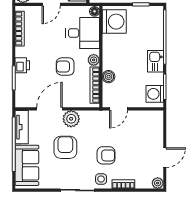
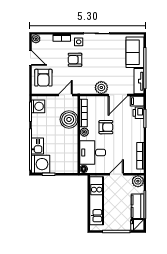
washing machine: (114, 22) -> (41, 164), moved, turned 180
kitchen sink: (155, 61) -> (37, 146), moved
printer: (22, 65) -> (138, 113), moved
boiler: (109, 77) -> (69, 119), width x1.86, depth x1.86
filing cabinet: (24, 101) -> (137, 101), added
armchair: (65, 147) -> (43, 78), moved
door: (165, 158) -> (30, 58), swing flipped

